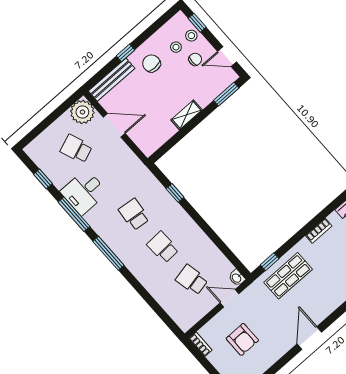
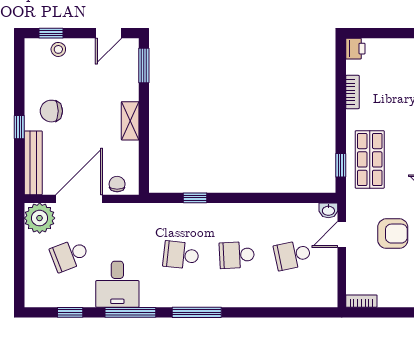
stool: (176, 47) -> (56, 74), removed
chair: (195, 59) -> (117, 184), moved
door: (114, 125) -> (79, 199), width x1.36
armchair: (242, 339) -> (393, 234), moved

